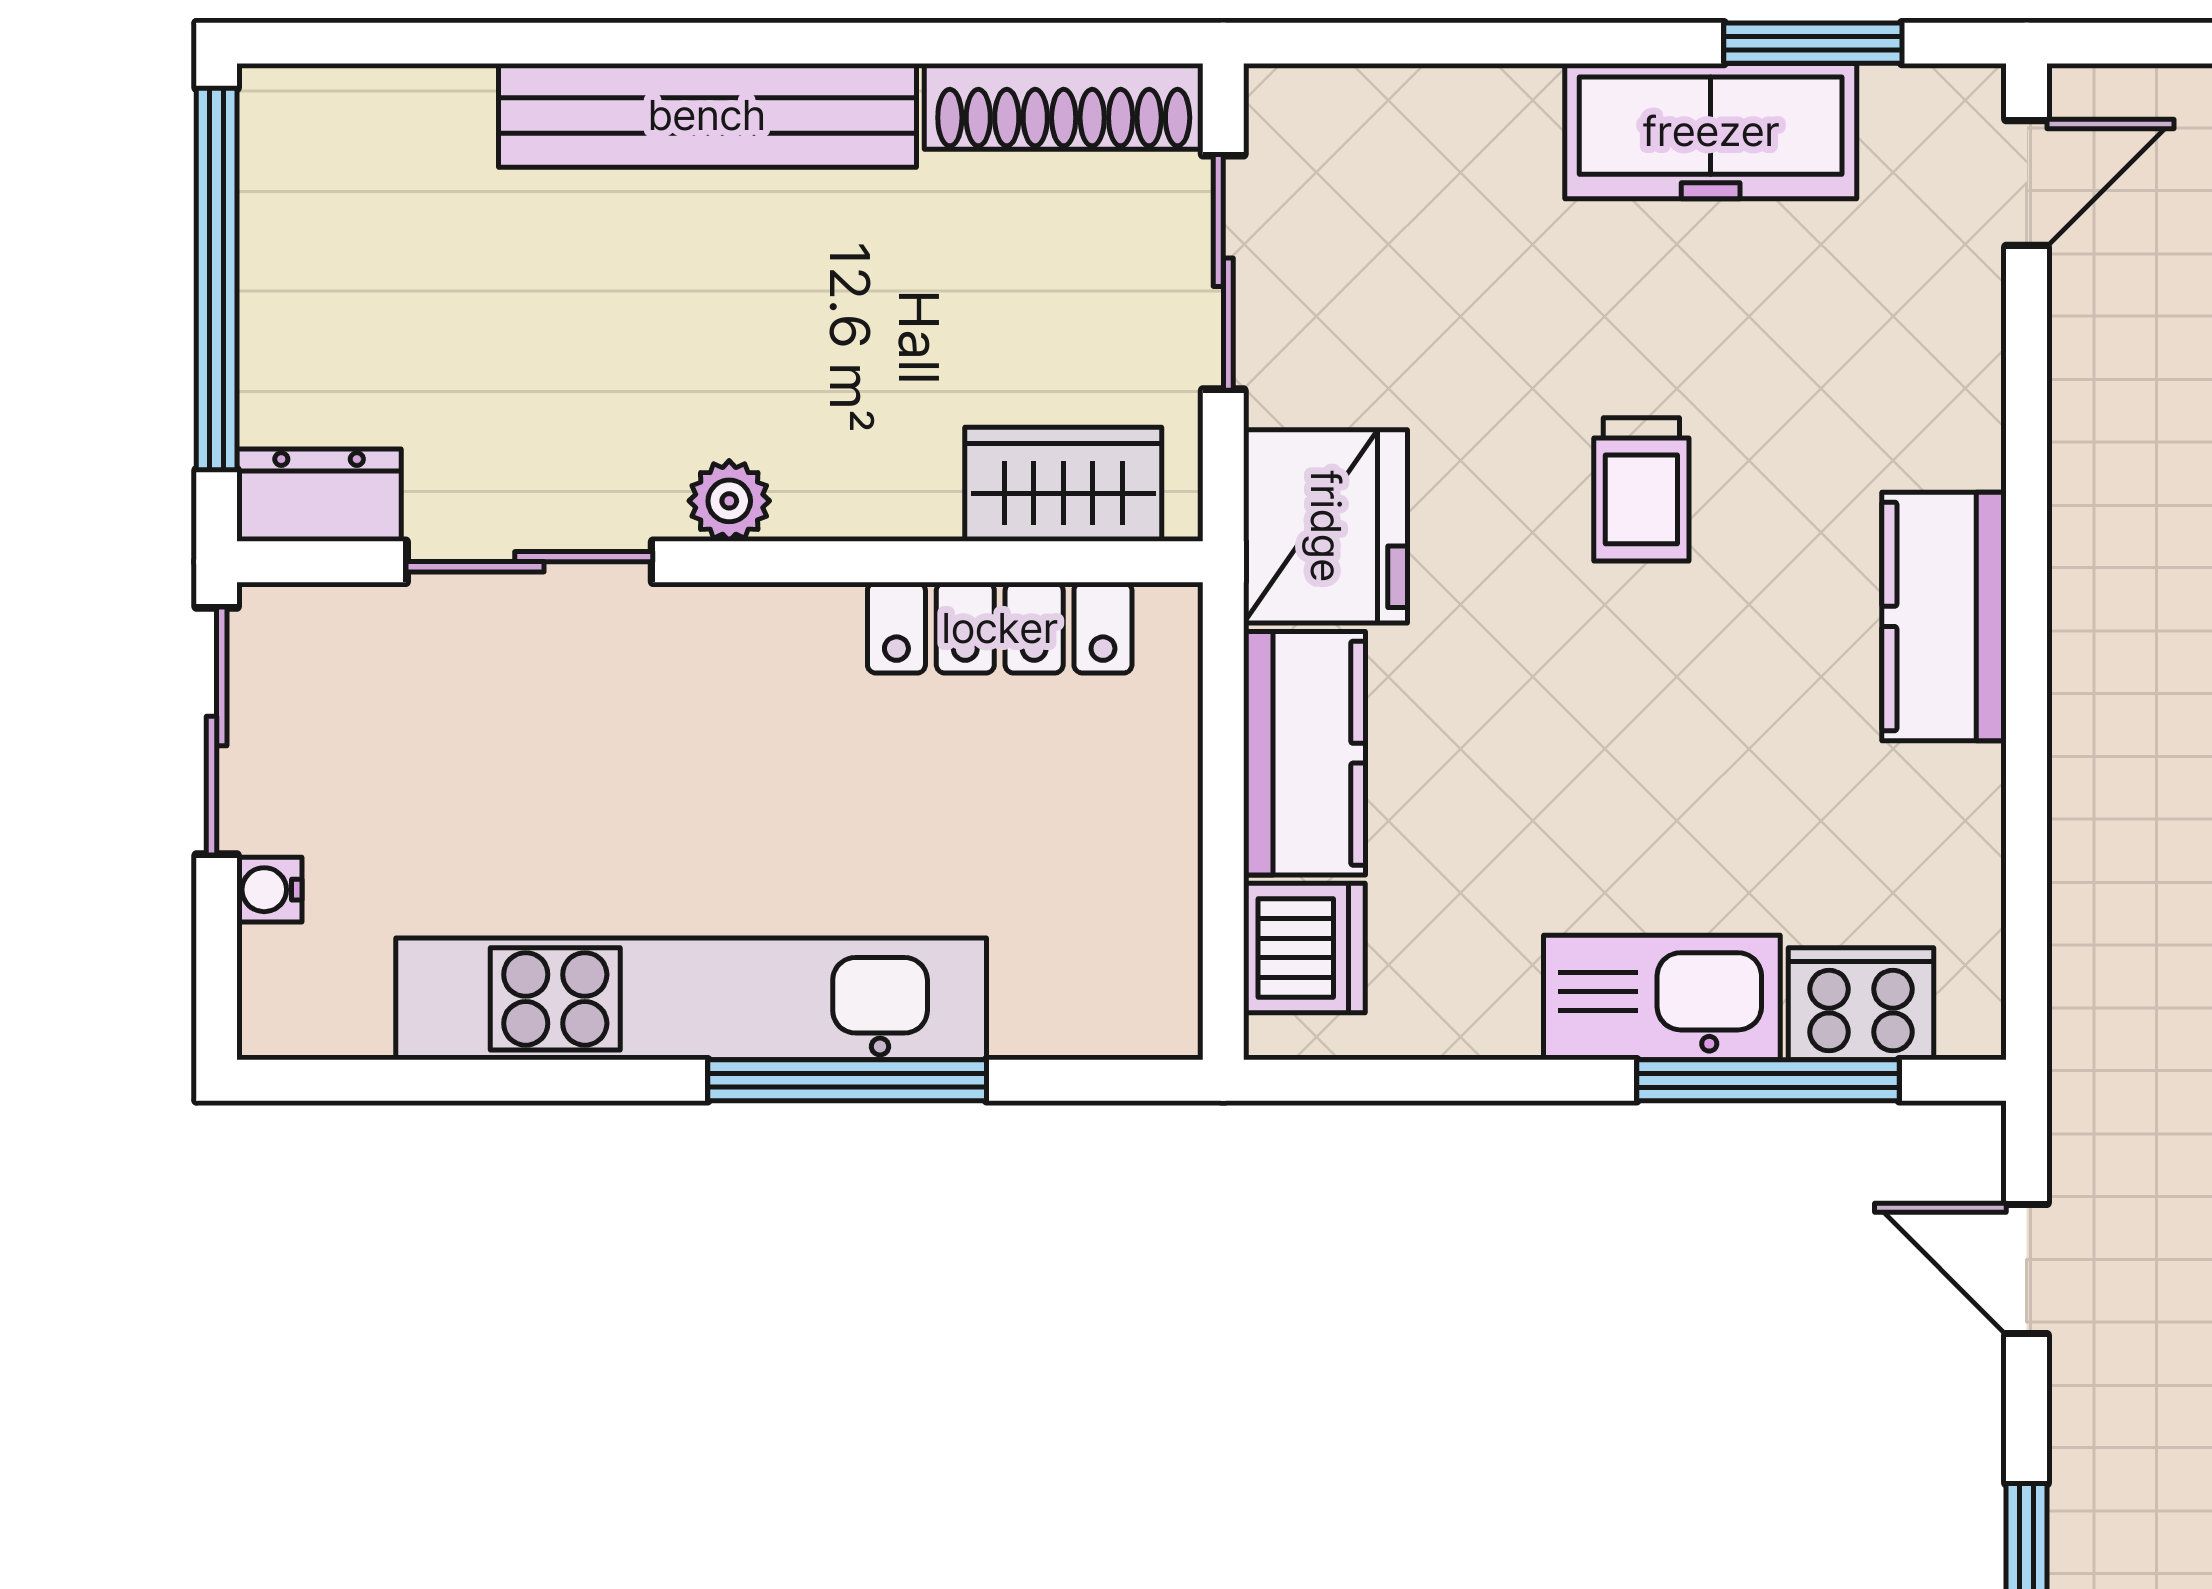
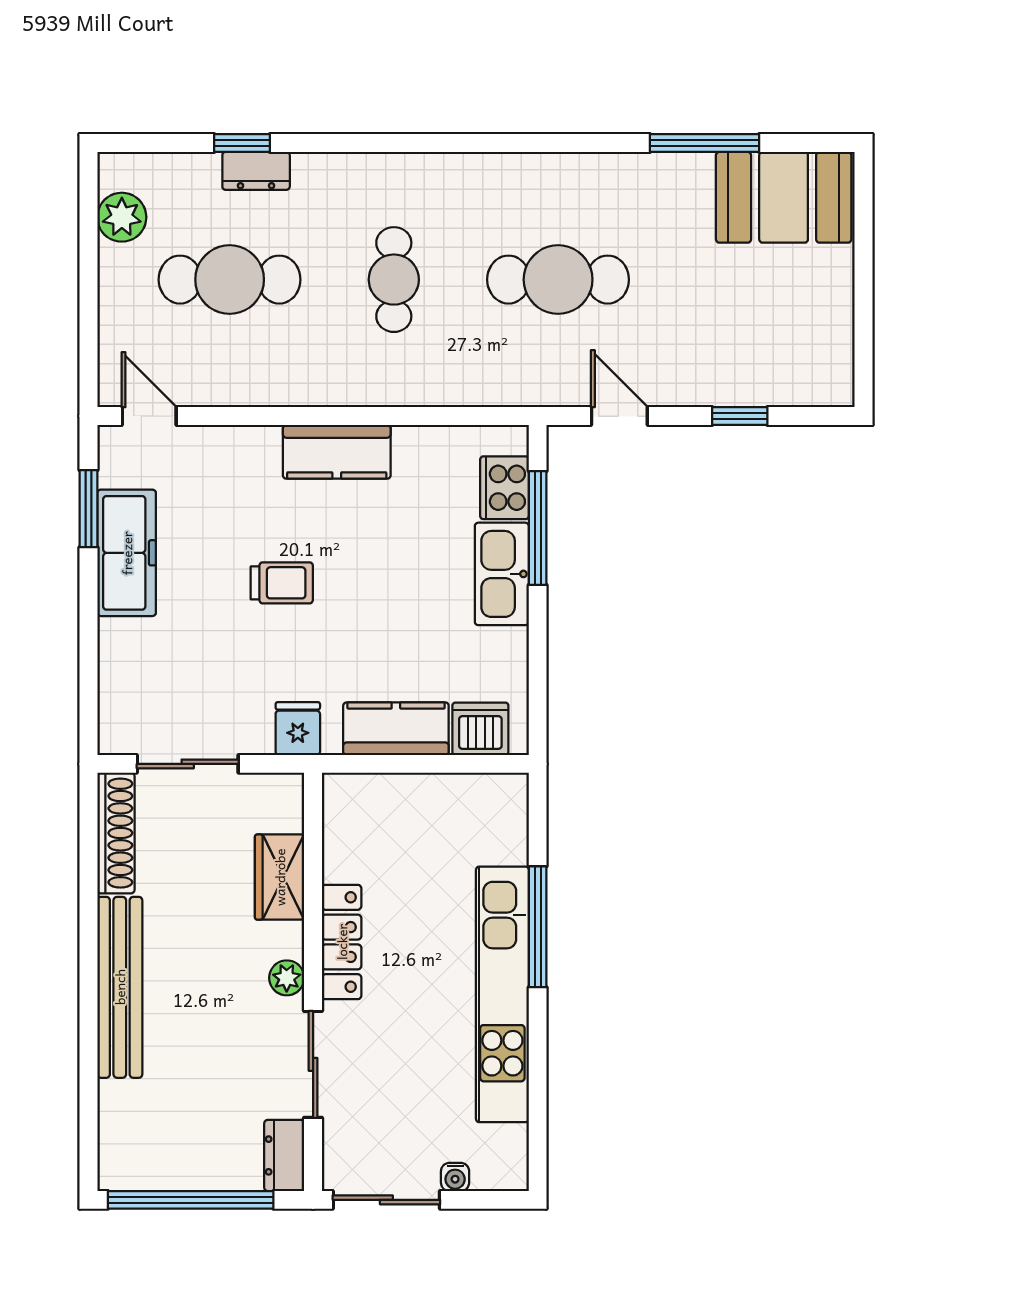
wardrobe: (1063, 484) -> (280, 877), moved
fridge: (1326, 526) -> (298, 729), width x0.53, depth x0.75
locker: (1000, 628) -> (342, 942), moved
door: (2027, 1269) -> (619, 416), swing flipped

